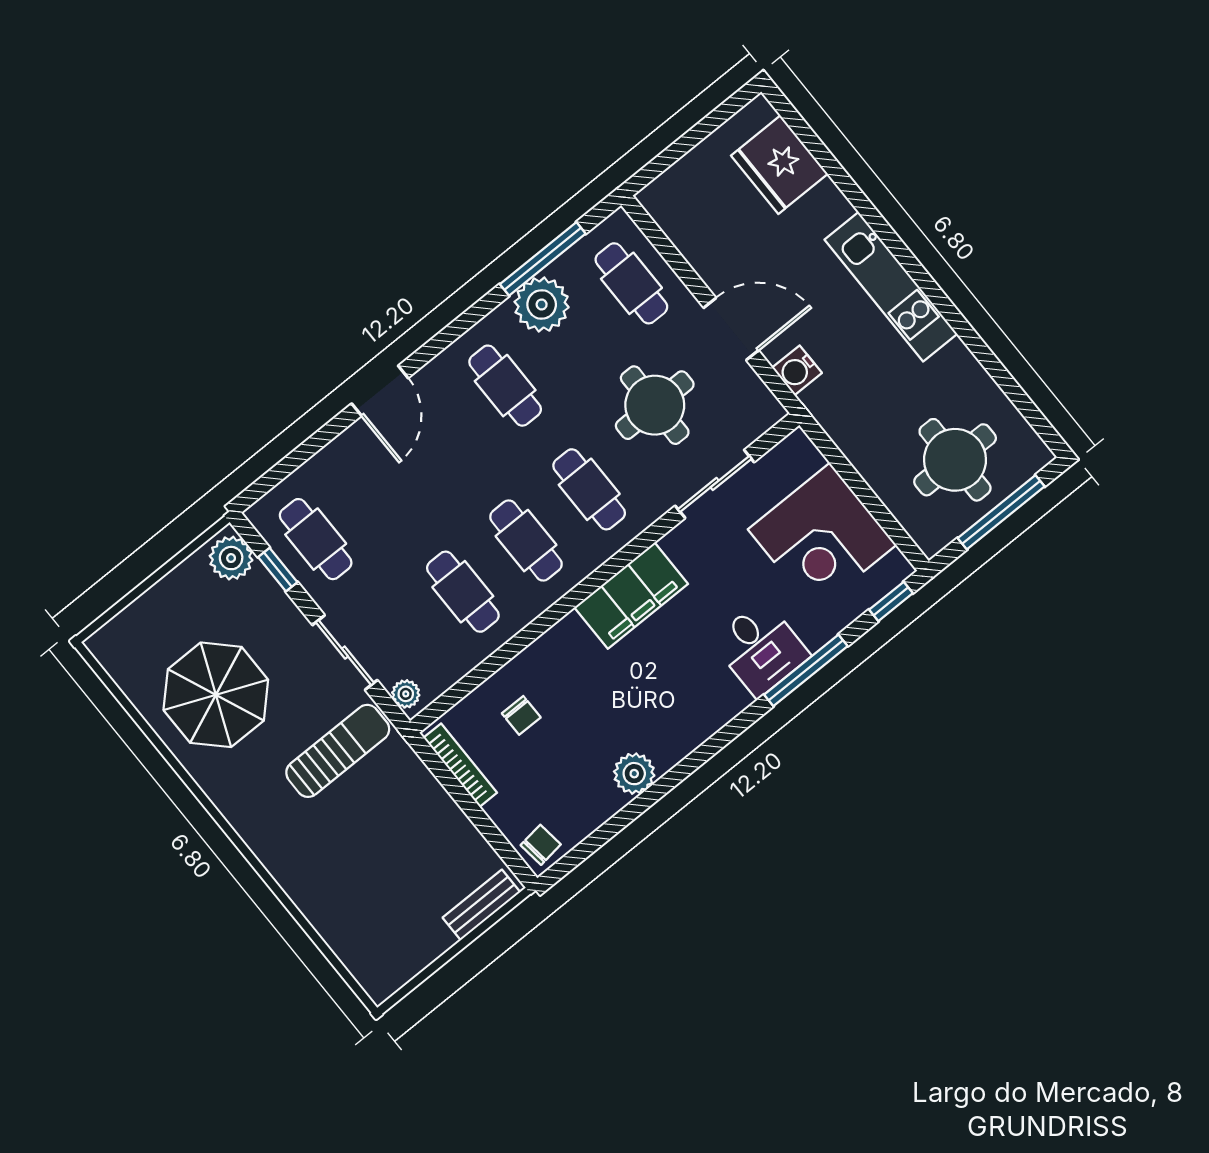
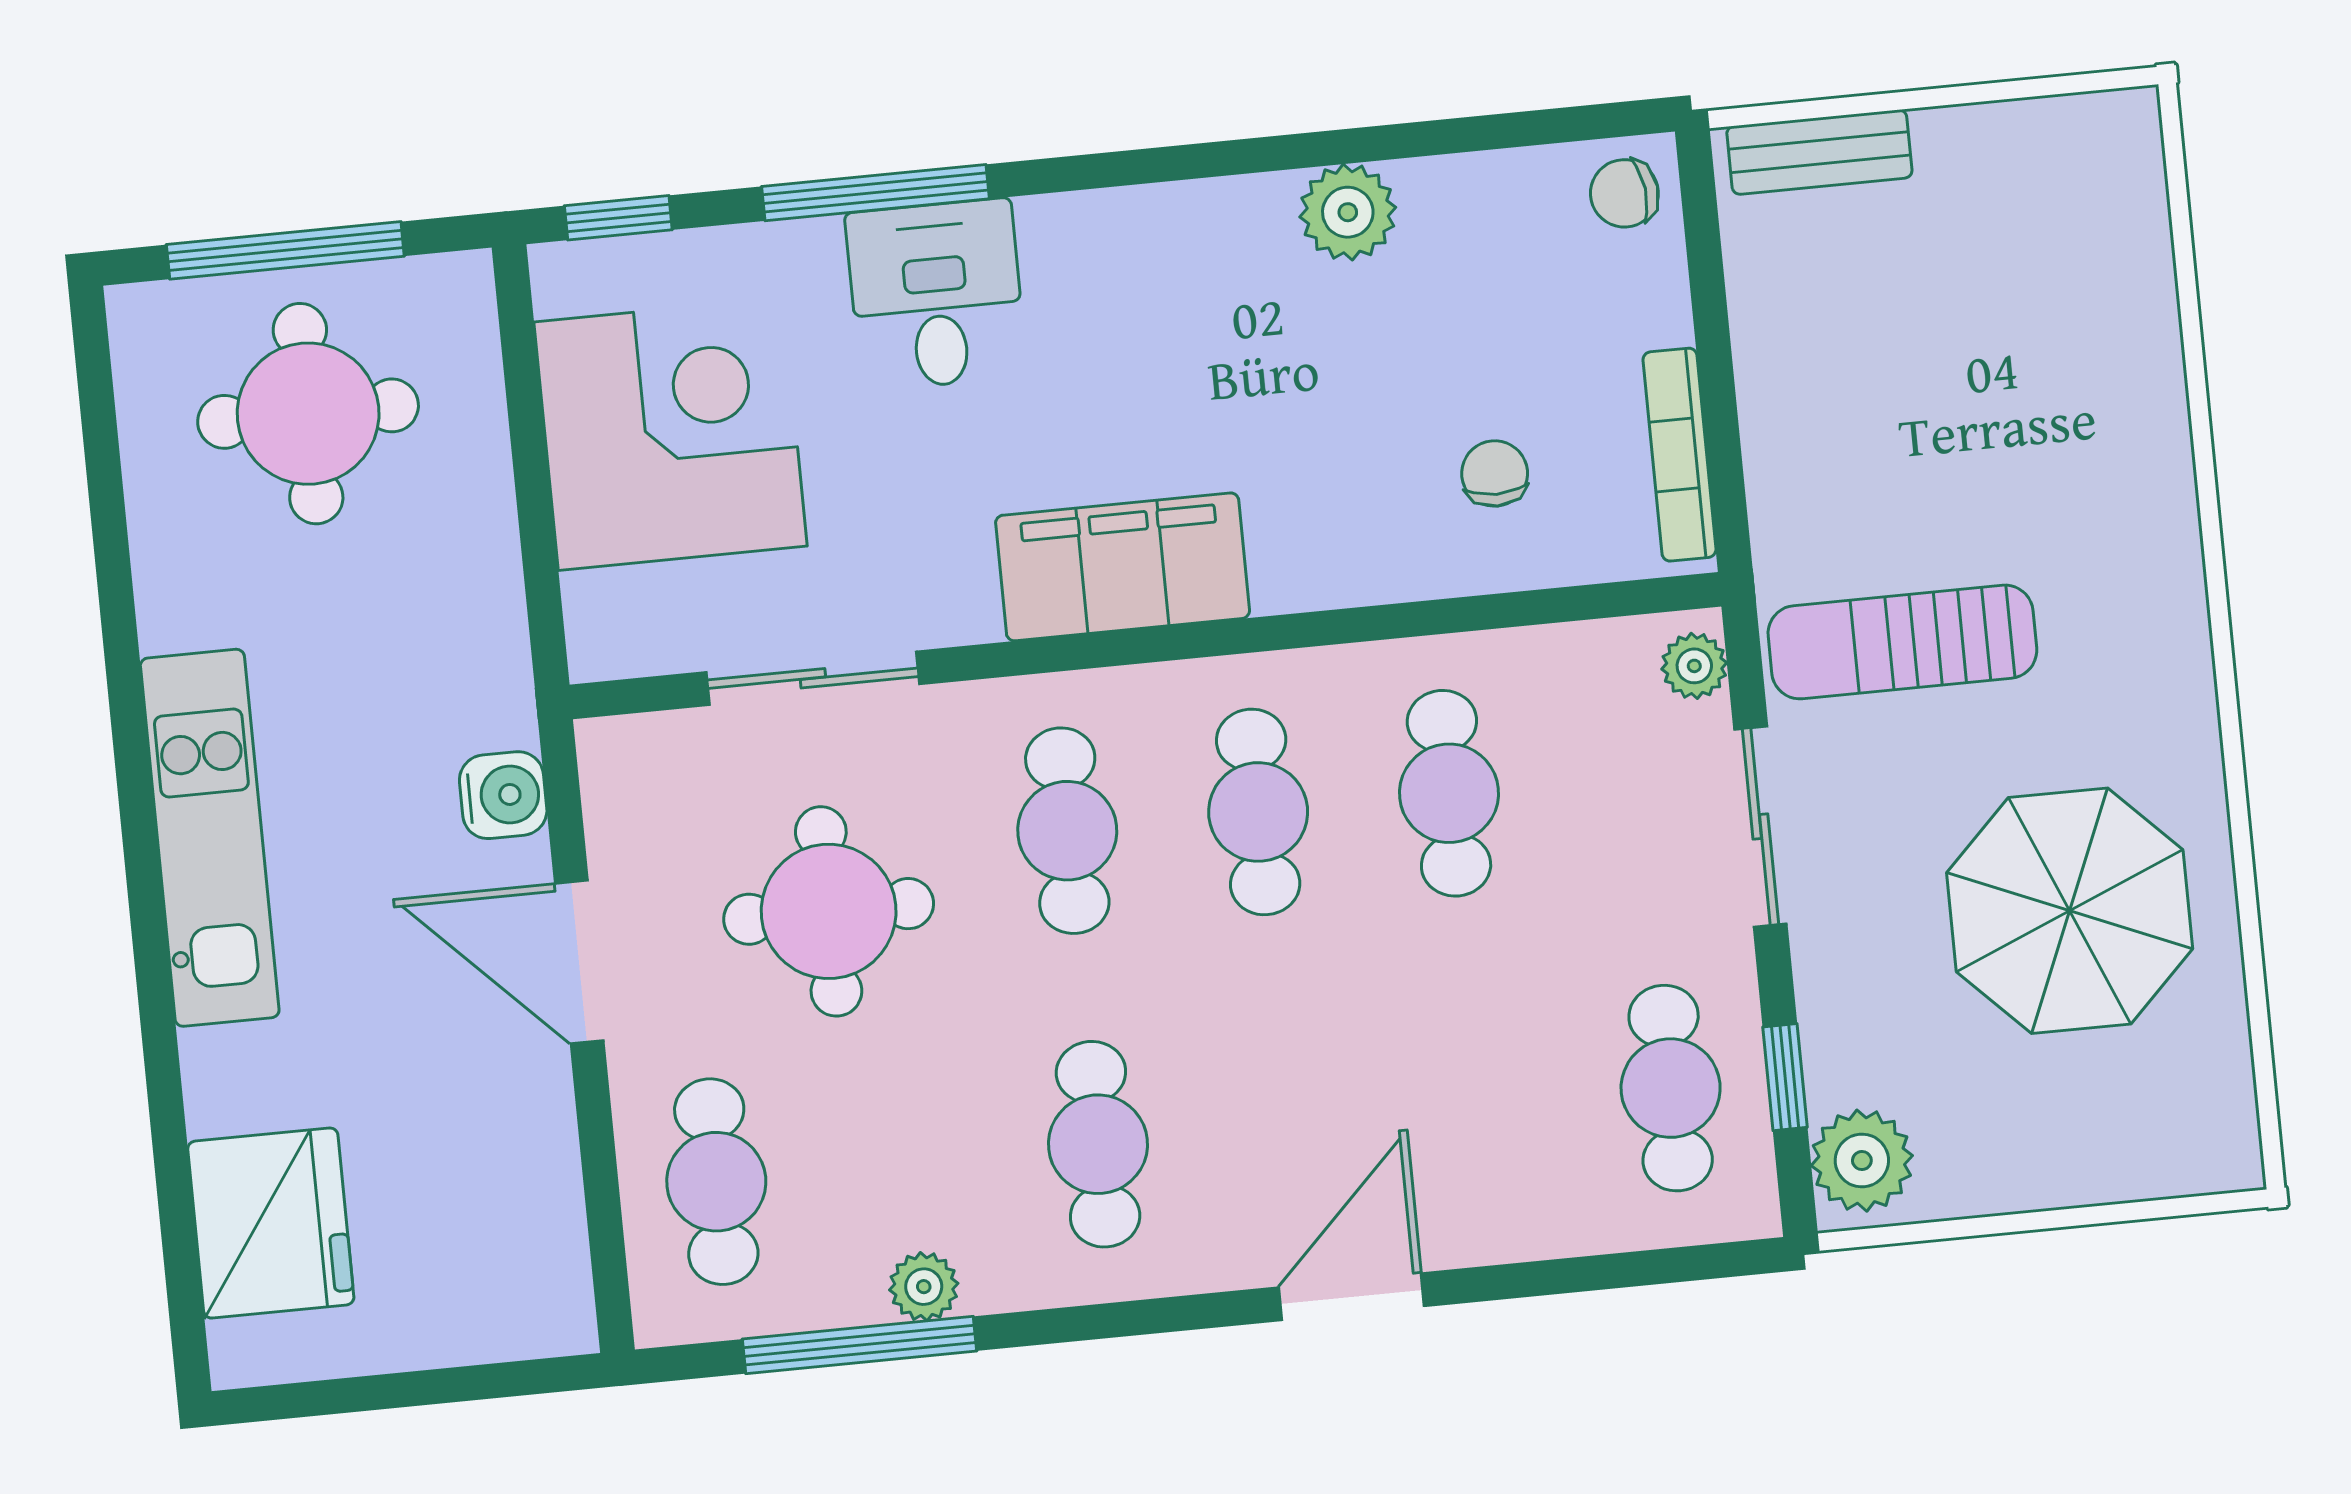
plant: (542, 304) -> (924, 1287), width x0.53, depth x0.53

